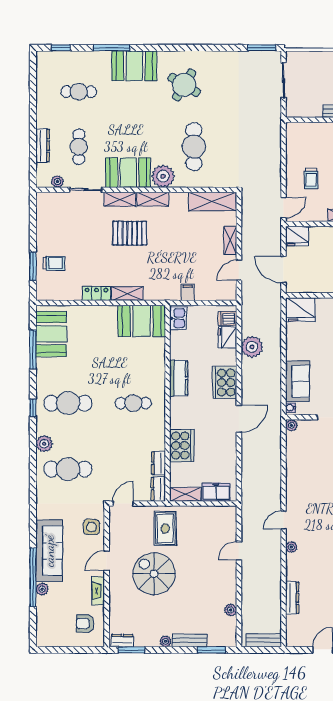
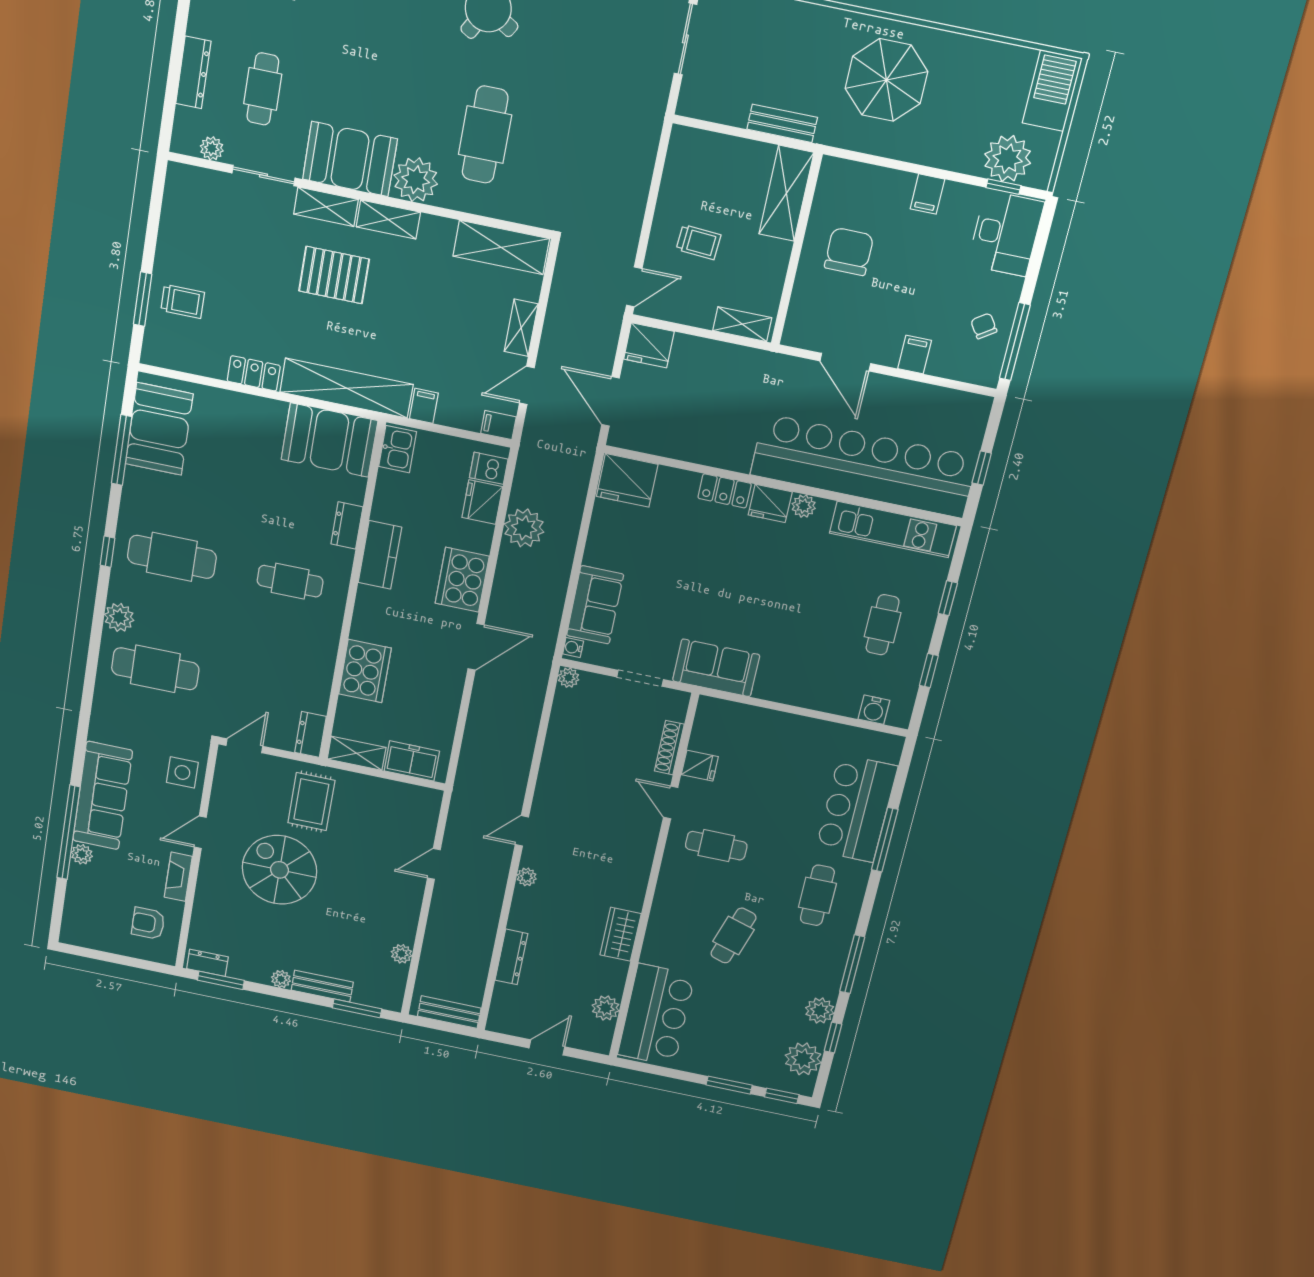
trolley: (311, 178) -> (699, 242), turned -86
shelving: (127, 294) -> (346, 388), width x2.20, depth x1.33
filing cabinet: (228, 294) -> (498, 425), added
dresser: (158, 463) -> (347, 525), moved

